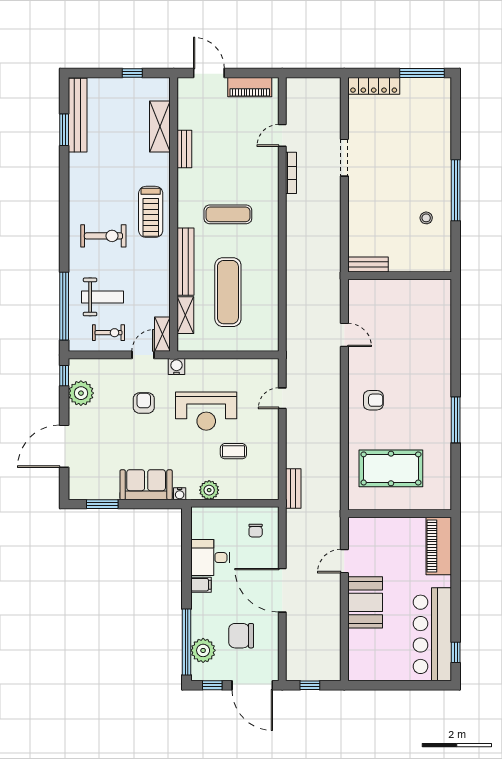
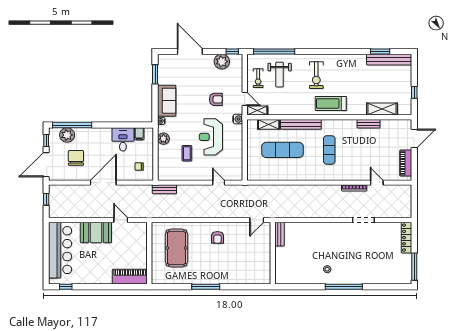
bench: (368, 264) -> (279, 234), moved
wall: (400, 276) -> (273, 253), moved
filing cabinet: (201, 585) -> (139, 134), moved
bar counter: (432, 634) -> (60, 250), moved, turned 90

